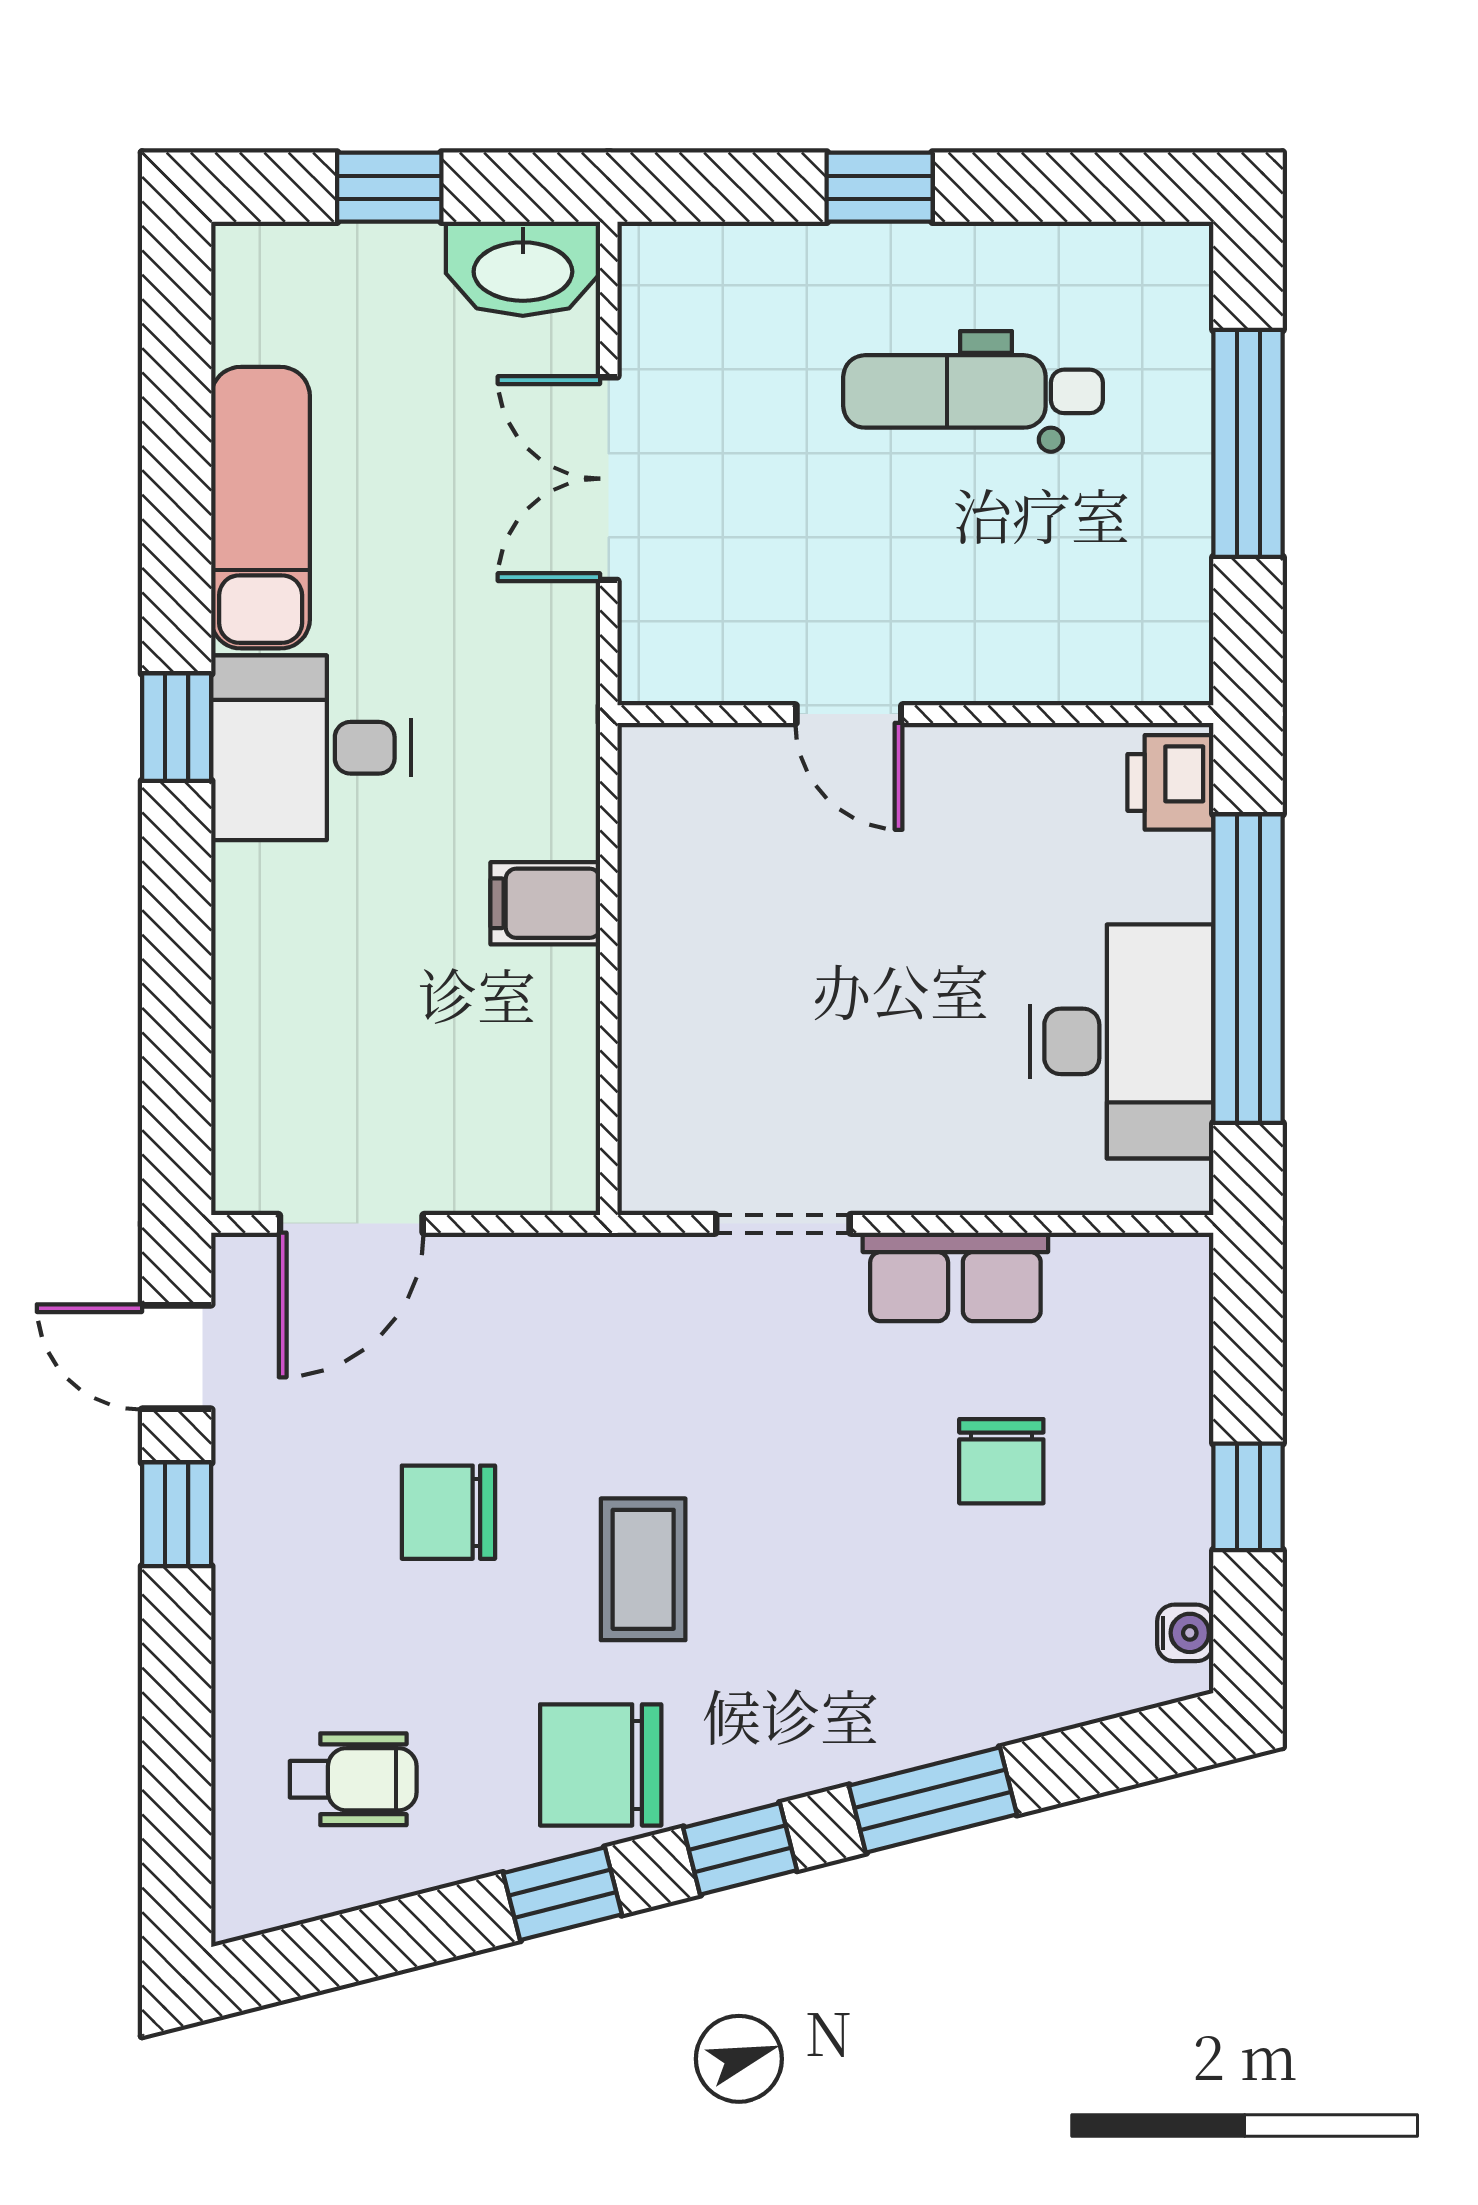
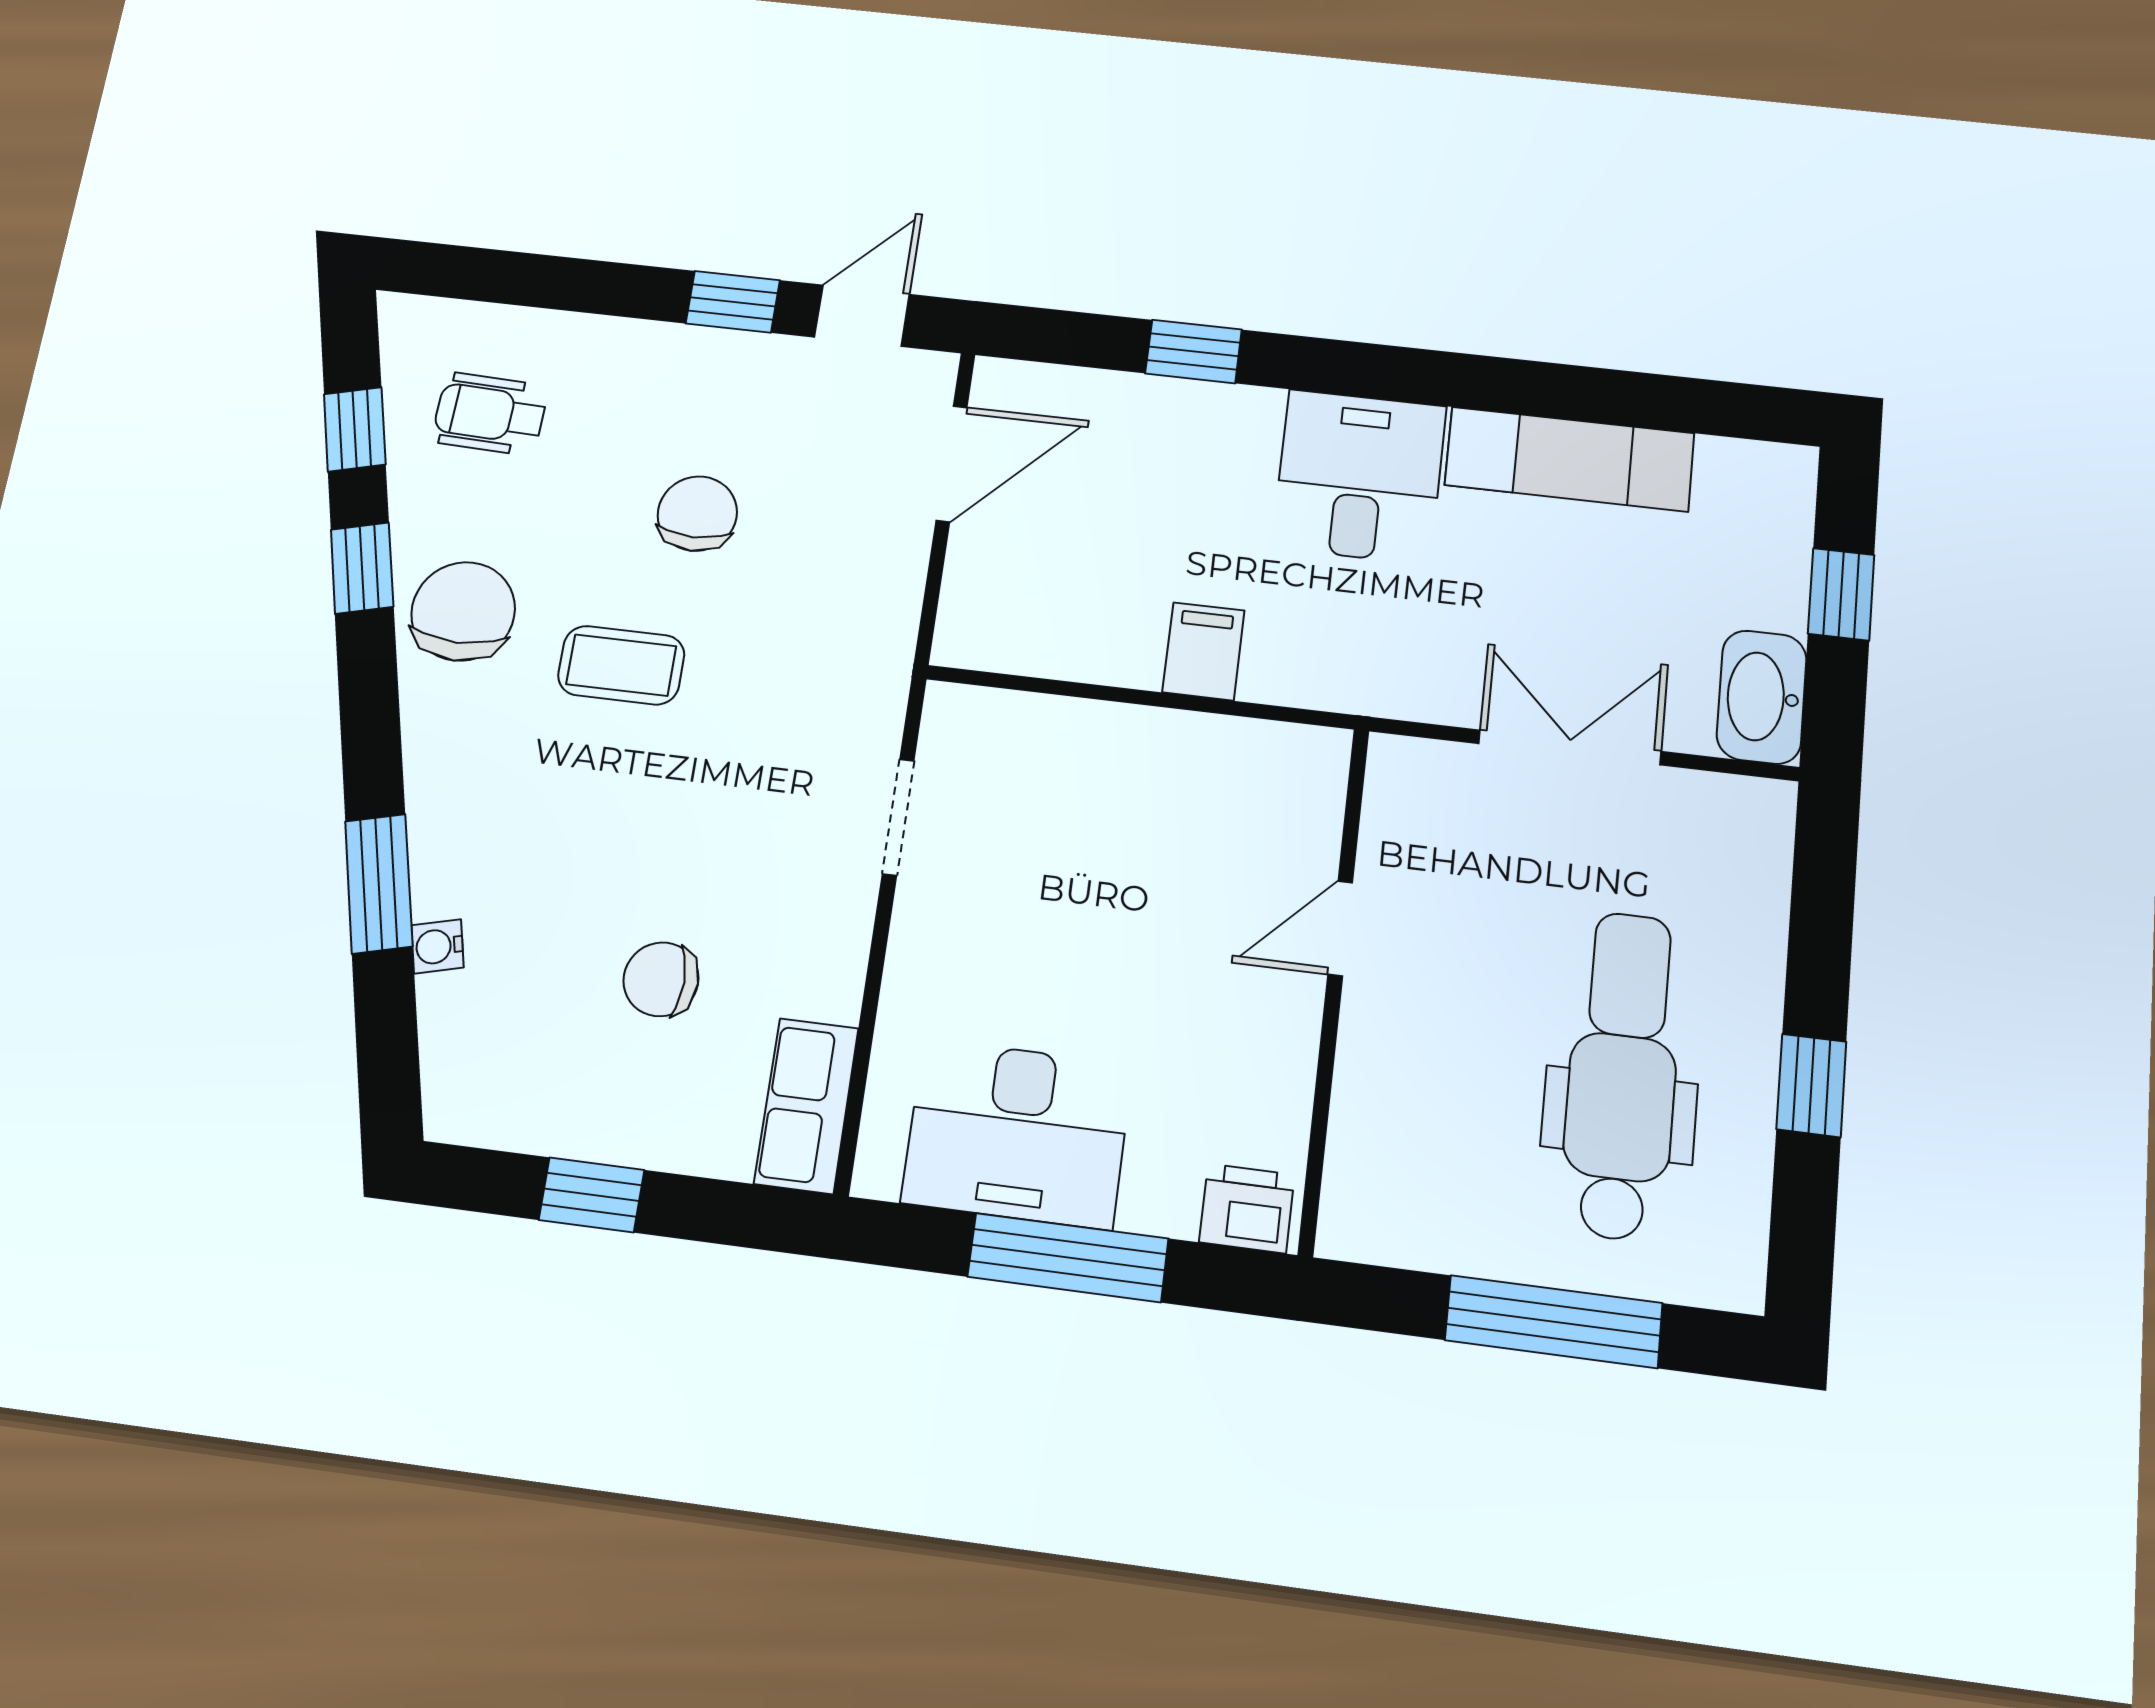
window: (880, 187) -> (1811, 1085), moved
dental chair: (973, 391) -> (1622, 1075), width x1.36, depth x1.38
window: (177, 727) -> (1194, 352), moved
window: (1248, 969) -> (1068, 1258), width x0.68
door: (351, 1224) -> (952, 464), swing flipped
row of seats: (955, 1277) -> (806, 1106), moved
water cooler: (1185, 1633) -> (437, 946), moved, turned 76
wheelchair: (353, 1779) -> (490, 414), turned 92
window: (740, 1849) -> (355, 429), moved

